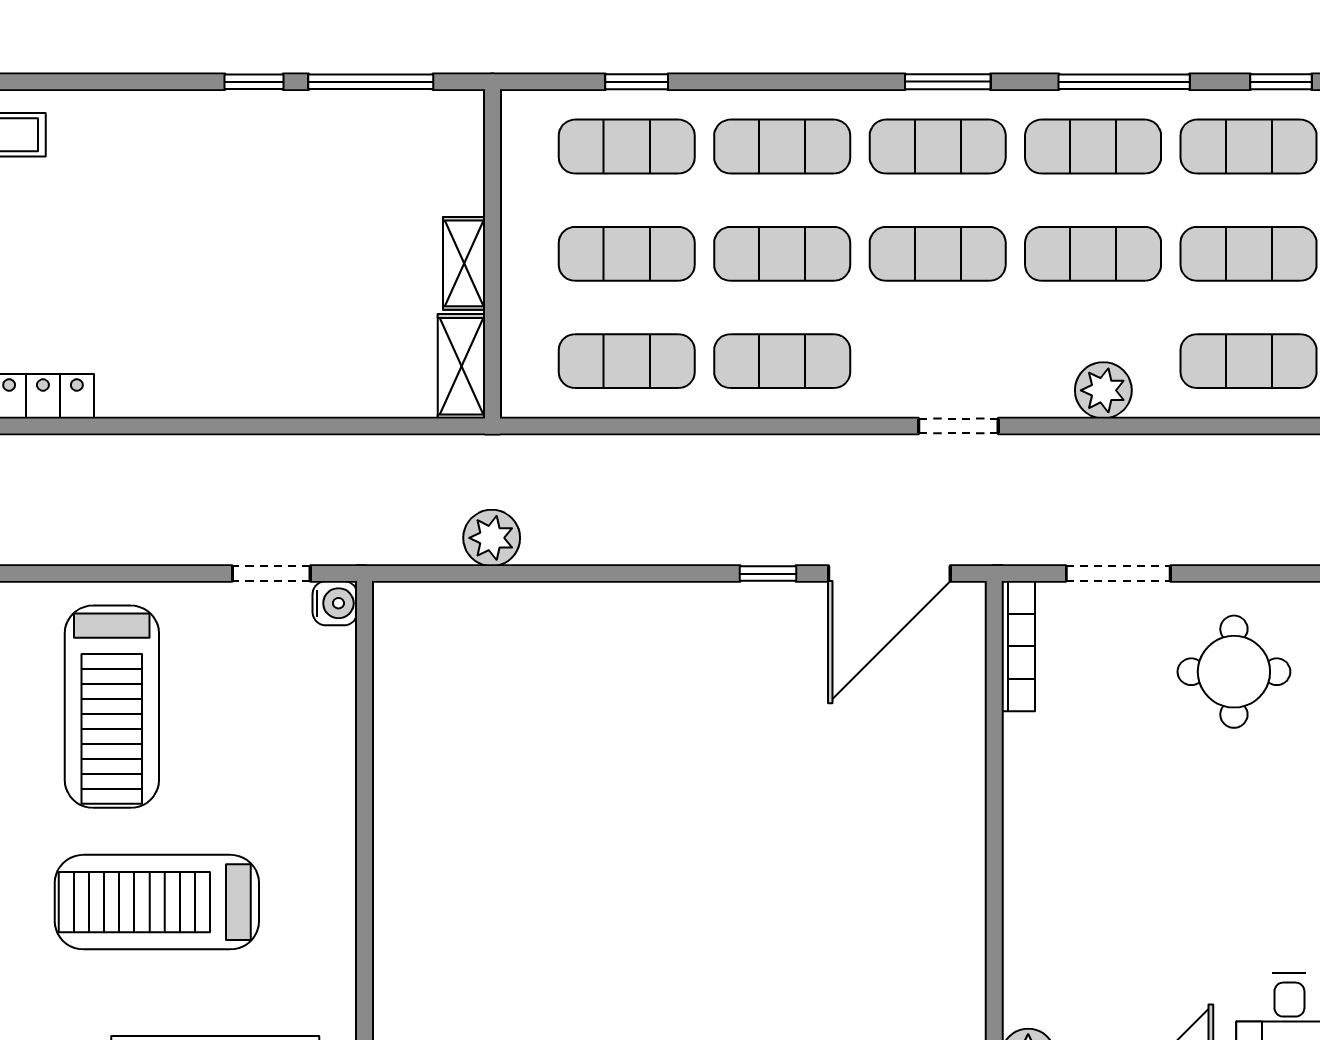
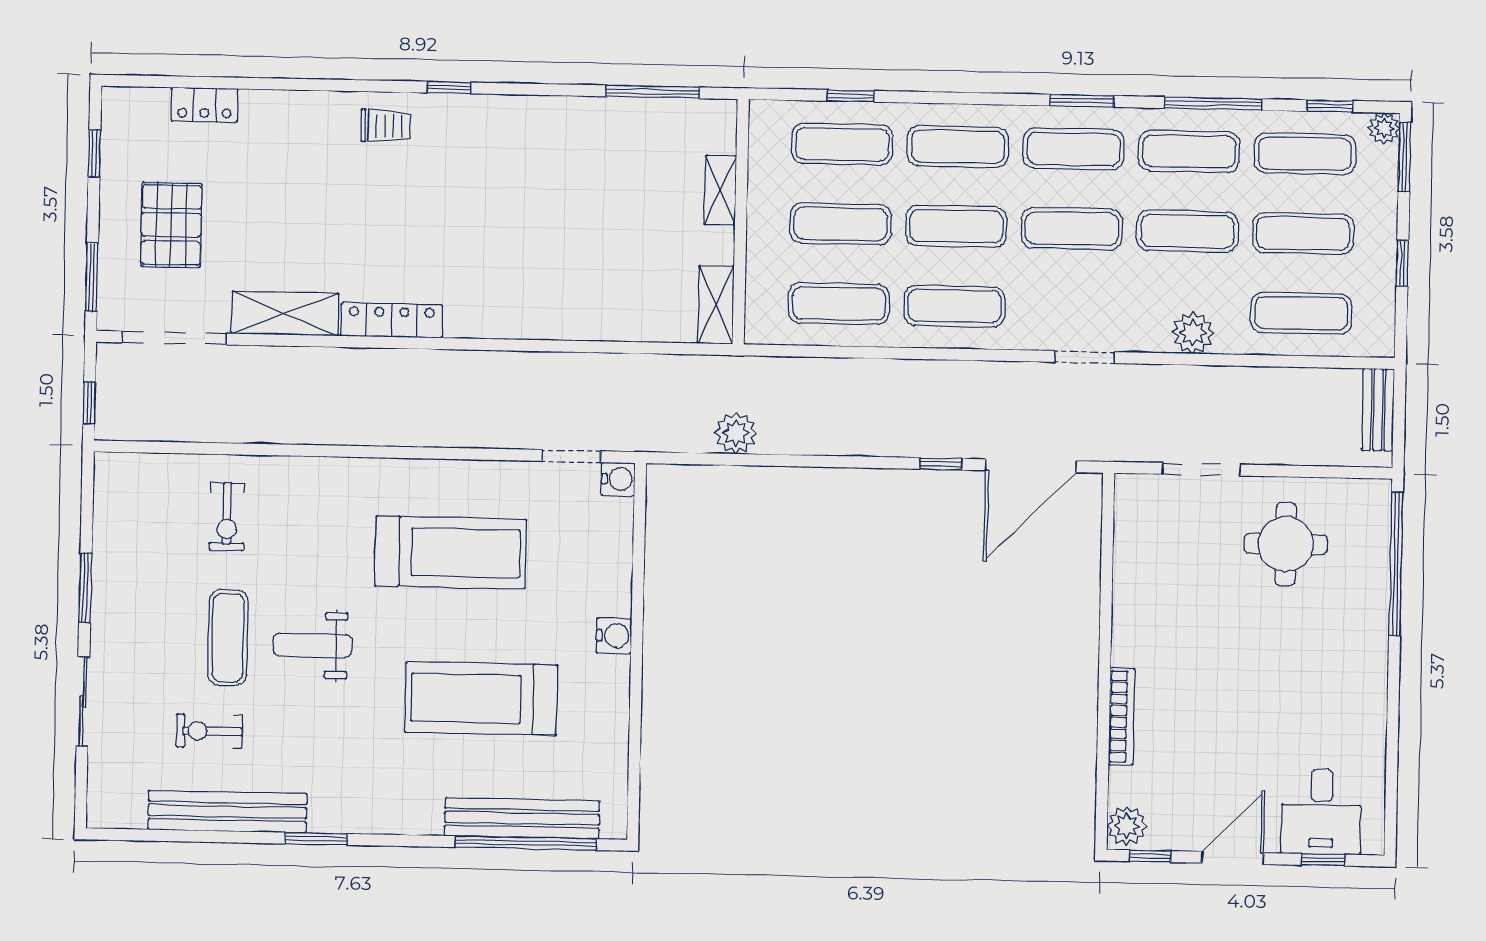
window: (254, 82) -> (449, 88), moved
shelving: (464, 263) -> (720, 190), moved
bookcase: (1018, 646) -> (1122, 716), moved
treadmill: (112, 707) -> (451, 553), turned -90
water cooler: (334, 814) -> (614, 636), added

